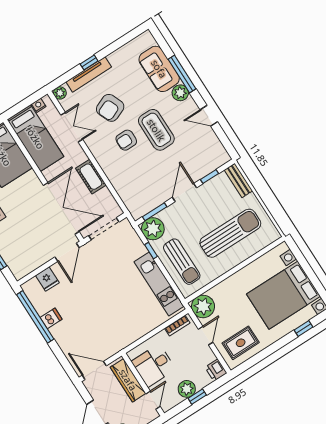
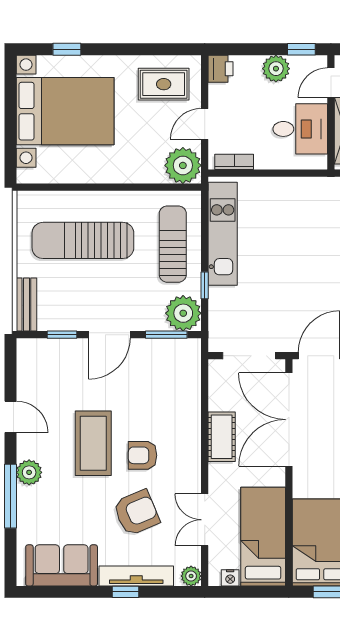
sofa: (159, 69) -> (62, 565), moved, turned -90
armchair: (126, 140) -> (143, 455), turned 180
window: (197, 397) -> (301, 49), moved

